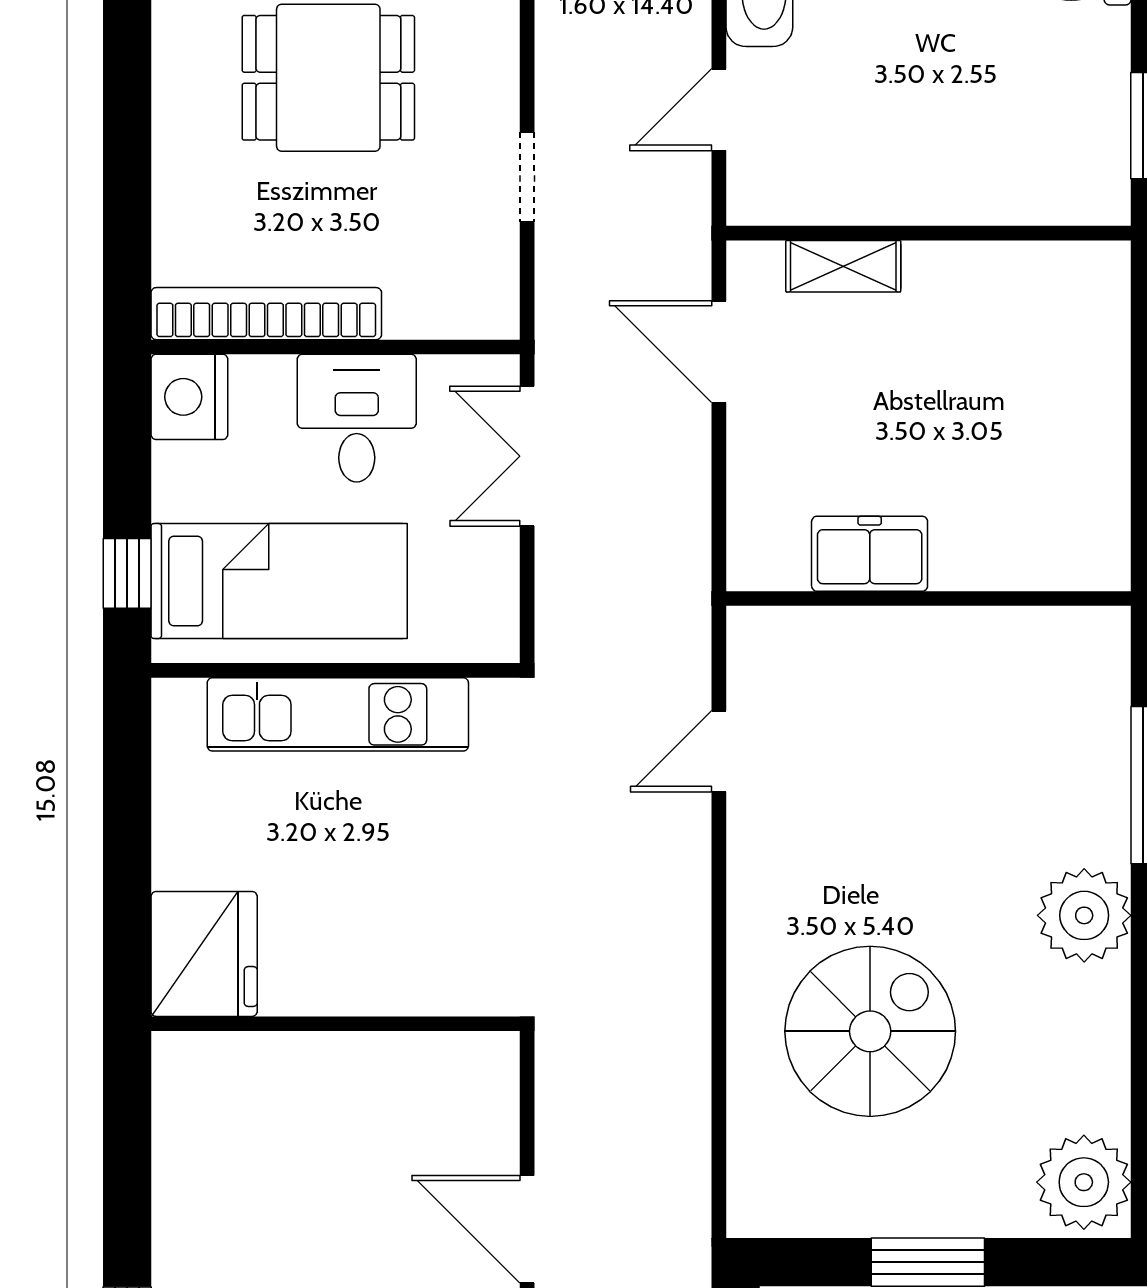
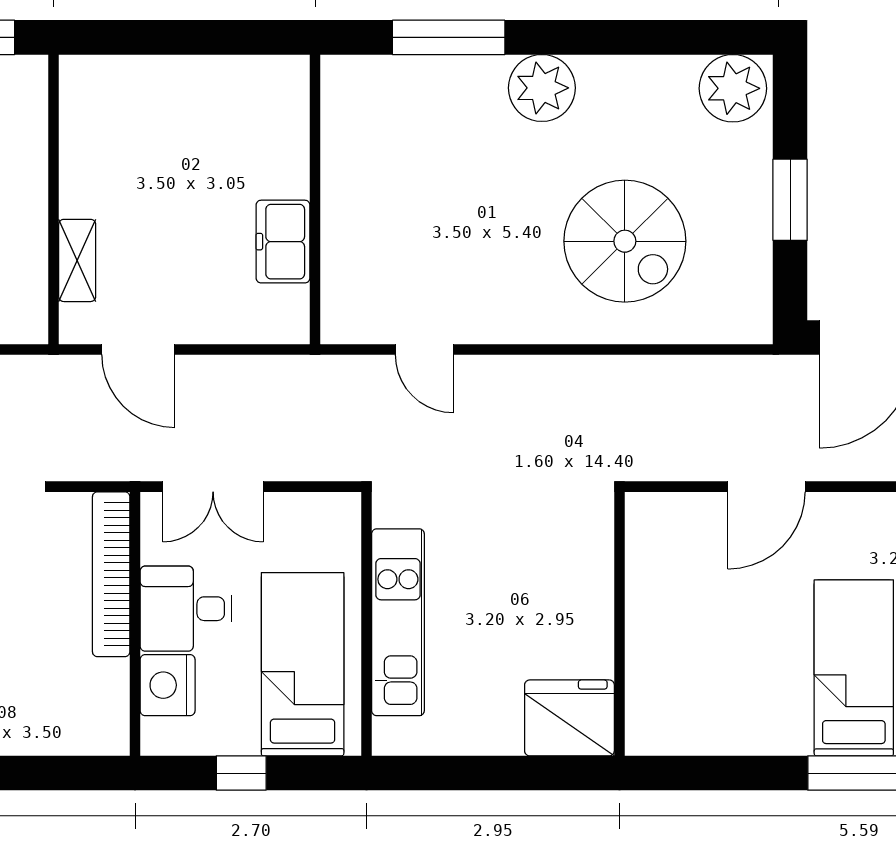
bookcase: (266, 314) -> (111, 574), moved
door: (719, 352) -> (138, 349), hinge flipped
nightstand: (189, 397) -> (168, 685), moved, turned 90
window: (127, 573) -> (241, 773), moved
spiral stairs: (870, 1031) -> (625, 241), turned 180

